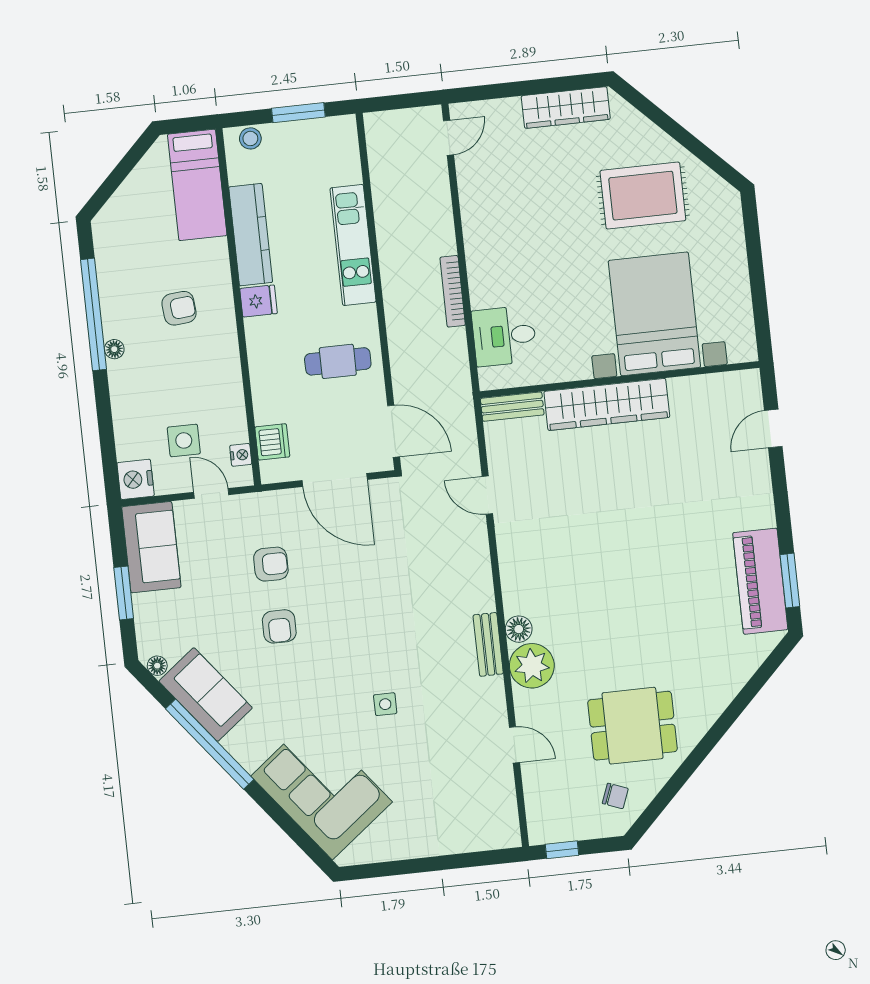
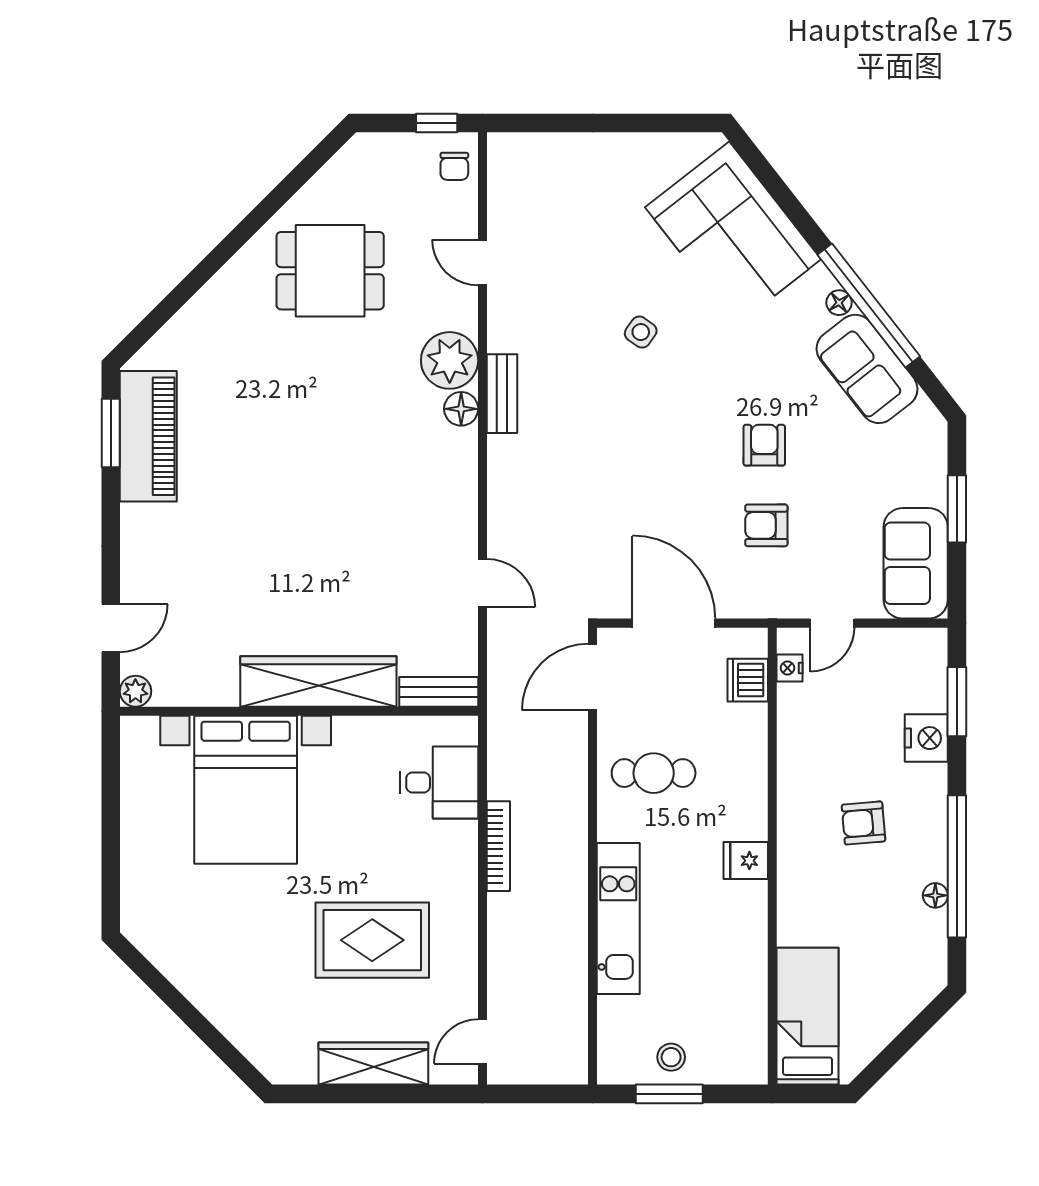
wardrobe: (566, 108) -> (373, 1064), moved
stool: (250, 138) -> (671, 1057), moved
rug: (643, 196) -> (372, 940), moved
kitchen counter: (251, 235) -> (747, 946), removed
armchair: (179, 308) -> (863, 823), moved
floor lamp: (114, 349) -> (935, 895), moved
plant: (749, 381) -> (135, 691), added
door: (394, 431) -> (593, 677), hinge flipped
side table: (184, 440) -> (860, 694), removed
window: (107, 443) -> (957, 702), added
nightstand: (136, 479) -> (926, 738), moved
door: (211, 493) -> (832, 623), hinge flipped
floor lamp: (157, 666) -> (839, 303), moved
side table: (385, 704) -> (641, 332), turned 35
chair: (615, 796) -> (454, 166), moved, turned -111

